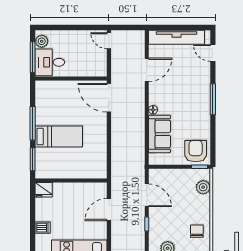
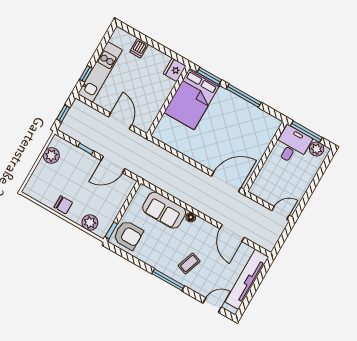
coffee table: (190, 90) -> (189, 263), added
bed: (59, 137) -> (192, 99), moved, width x1.50
chair: (197, 231) -> (63, 205), moved

